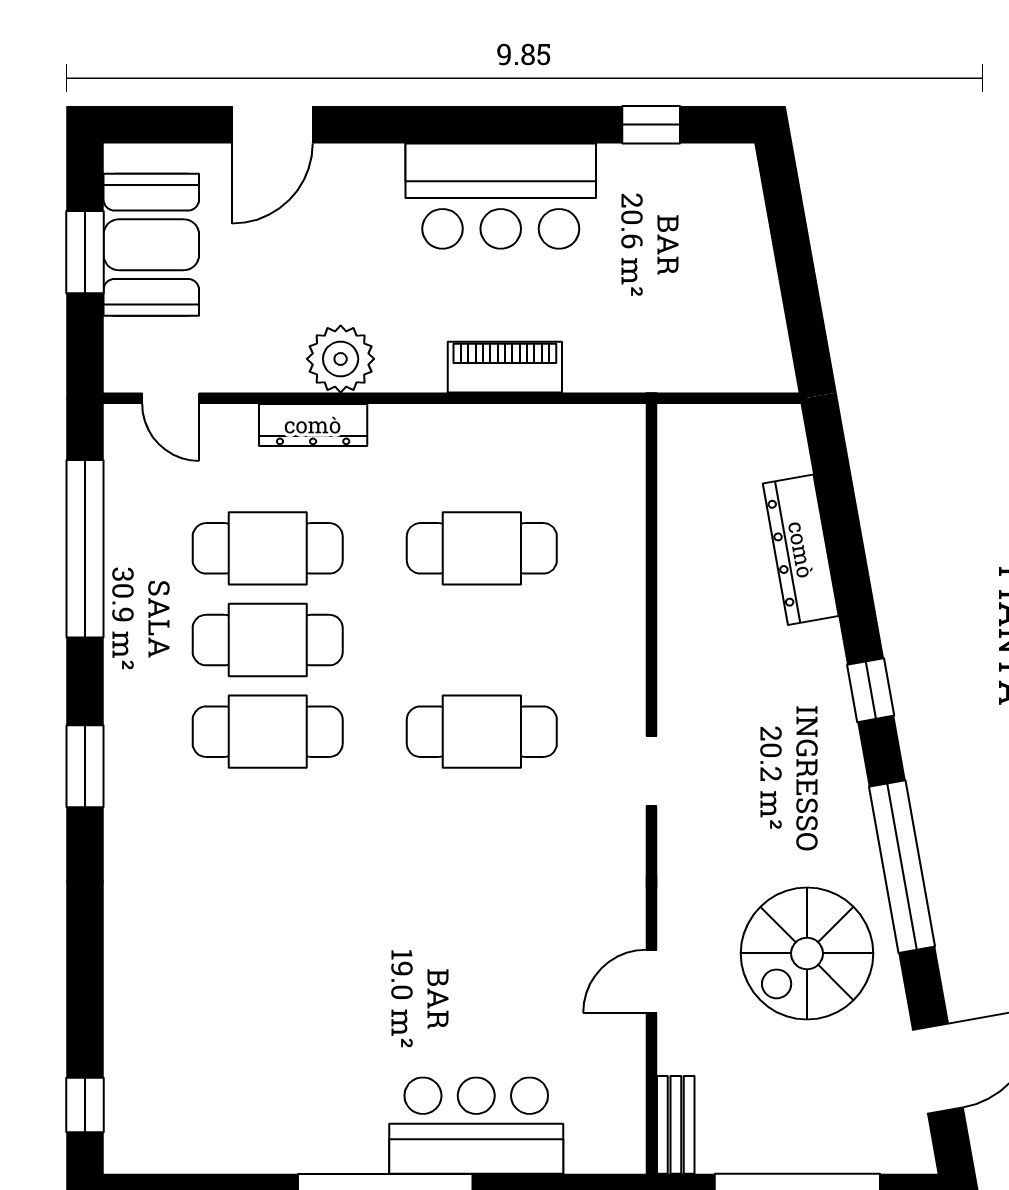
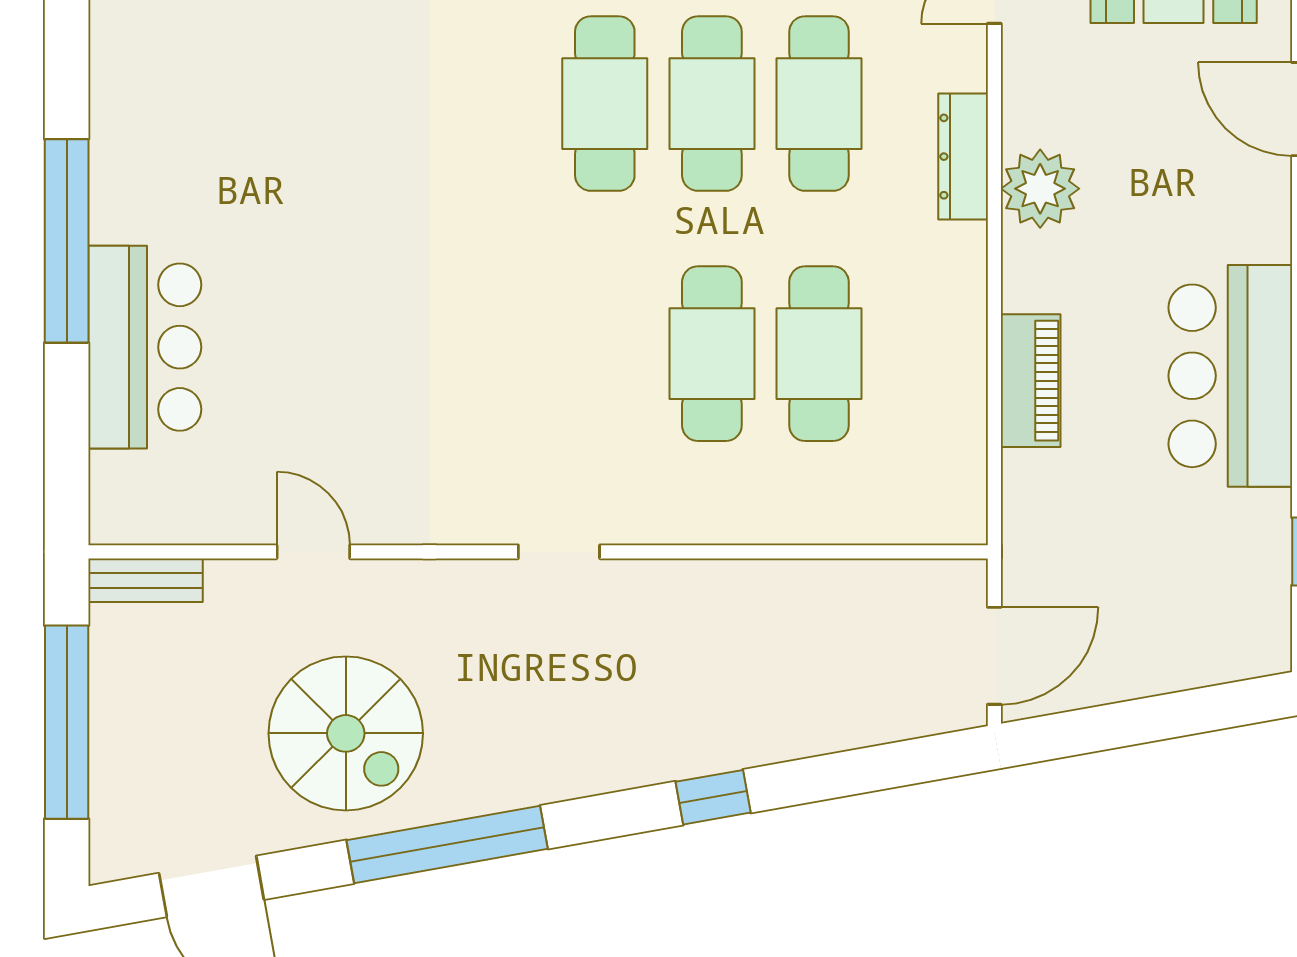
door: (740, 398) -> (994, 656), added
dresser: (801, 550) -> (817, 726), removed
window: (871, 690) -> (713, 797), moved
cafe table: (482, 732) -> (712, 354), moved
spiral stairs: (807, 953) -> (346, 733), turned 180

